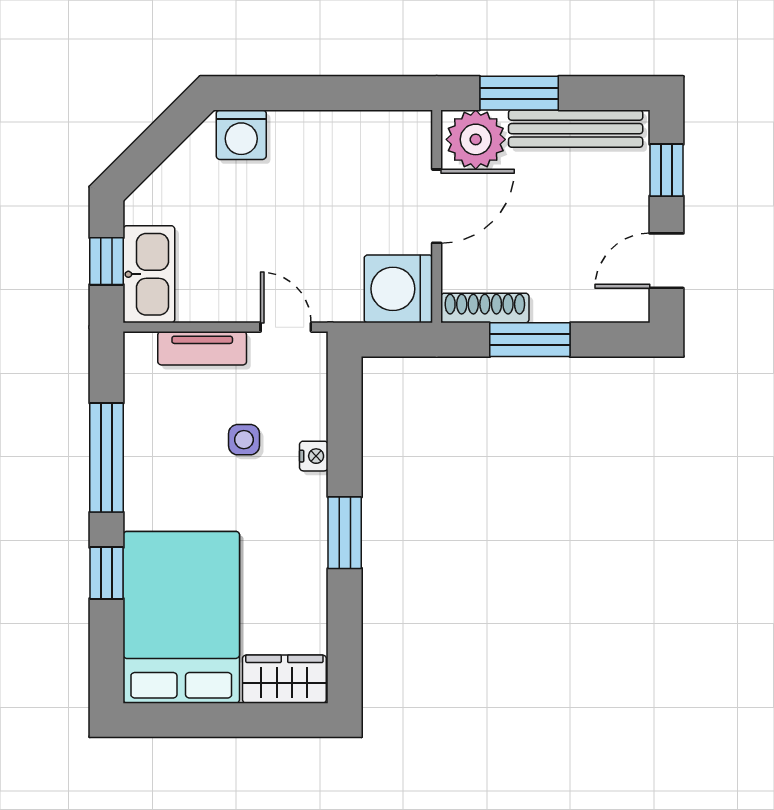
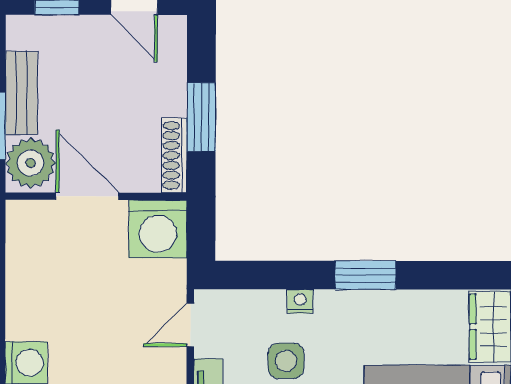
bench: (576, 129) -> (21, 93), width x0.73
side table: (244, 440) -> (286, 361), width x1.37, depth x1.37

